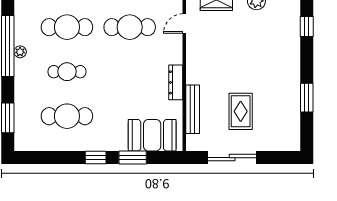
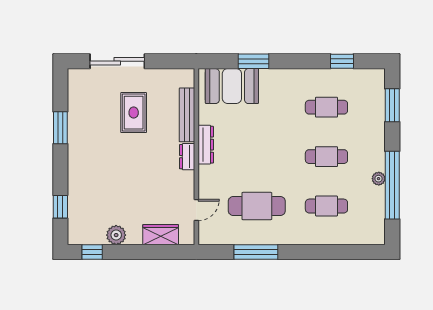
cafe table: (67, 27) -> (326, 206), width x0.73, depth x0.74
dresser: (193, 72) -> (187, 157), added
cafe table: (67, 116) -> (326, 107), width x0.73, depth x0.74
window: (96, 158) -> (342, 61), moved
sliding door: (232, 158) -> (117, 61), moved

